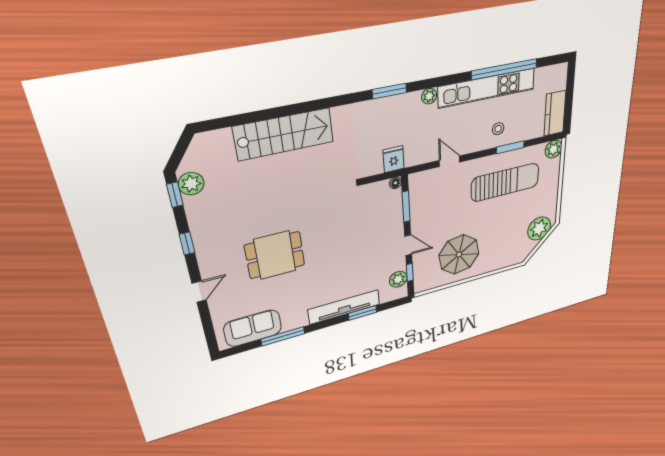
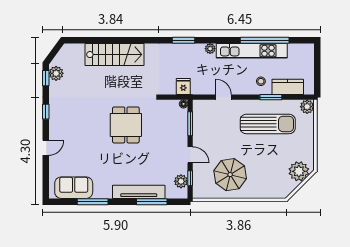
kitchen counter: (555, 113) -> (288, 87), moved, turned 90
dining table: (275, 255) -> (126, 125), moved, turned 90
window: (362, 313) -> (152, 202), width x1.44

